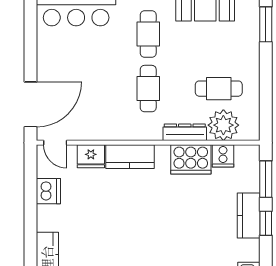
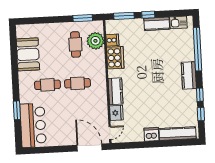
window: (266, 24) -> (83, 18), moved
dresser: (185, 132) -> (100, 62), removed
dishwasher: (48, 191) -> (151, 134), moved
kitchen counter: (249, 215) -> (157, 24), moved

